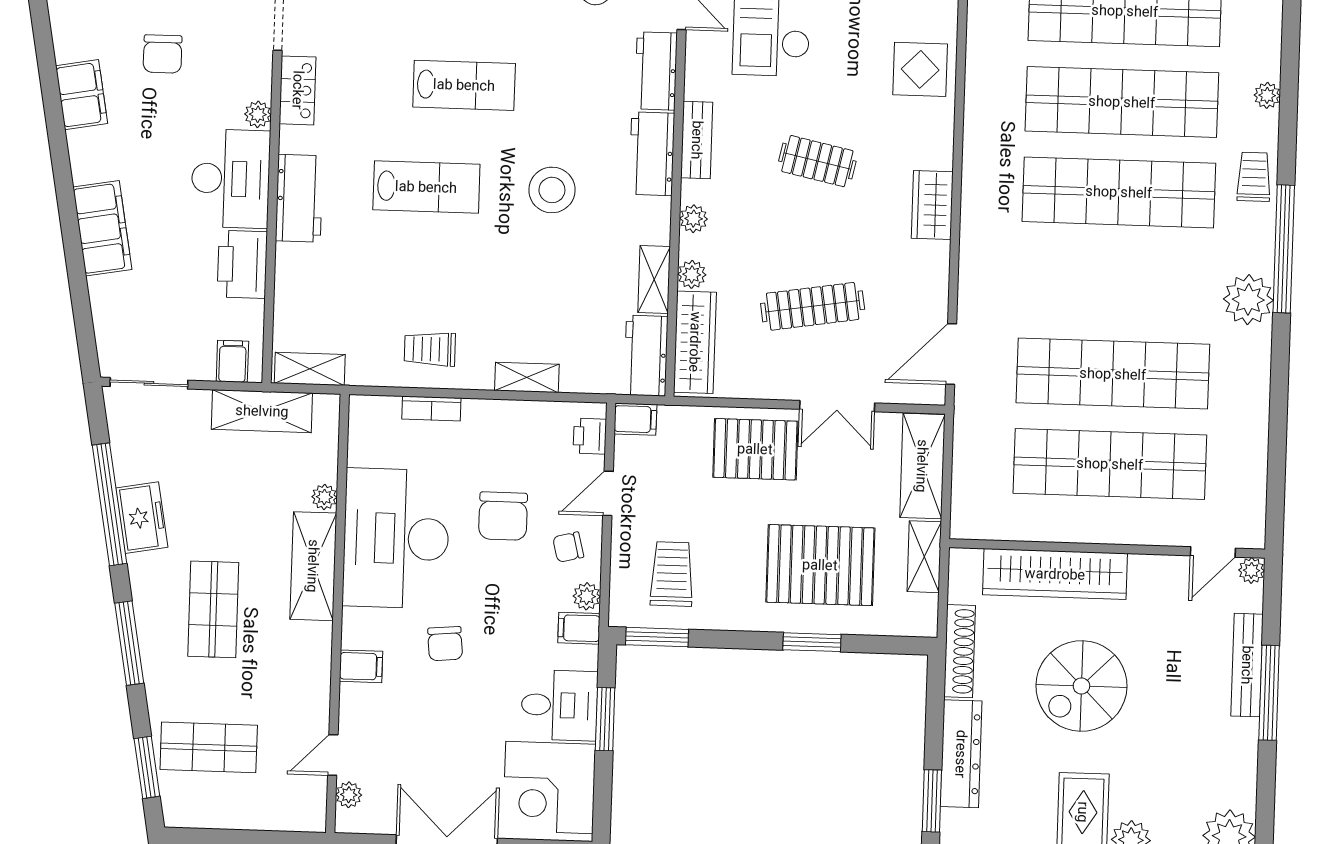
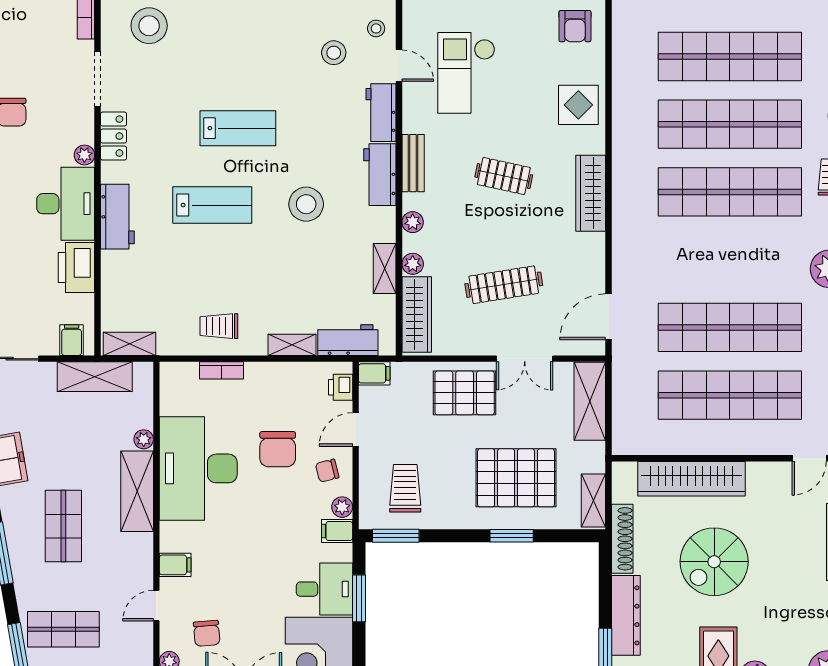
wardrobe: (932, 205) -> (591, 193), width x1.50
workbench: (646, 356) -> (348, 340), moved, turned 90
shelving: (924, 557) -> (593, 501), moved
chair: (445, 644) -> (207, 633), moved
door: (333, 755) -> (156, 606), moved

